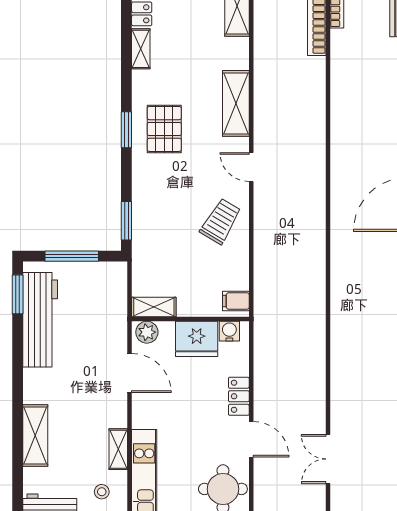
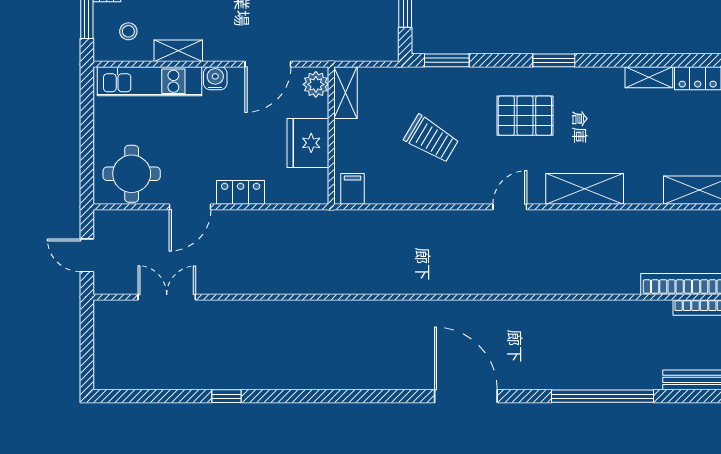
pallet: (164, 129) -> (525, 116), moved
trolley: (221, 221) -> (431, 139), moved
water cooler: (229, 331) -> (215, 78), moved, turned -90

